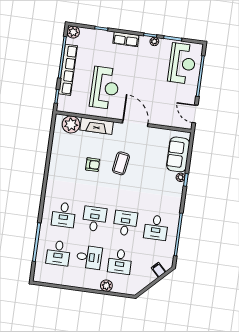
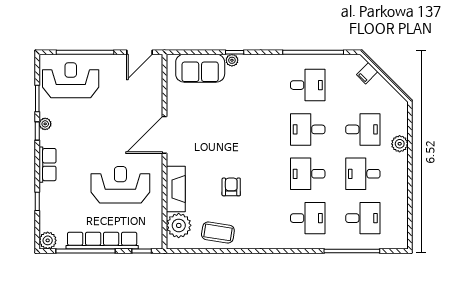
coffee table: (121, 163) -> (218, 232), moved
desk: (89, 257) -> (363, 174), turned -90

